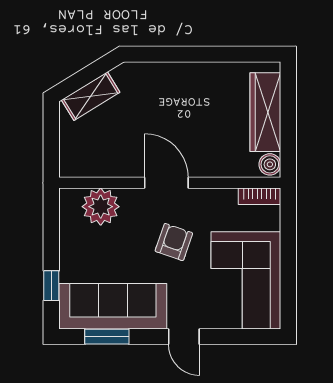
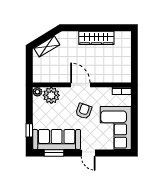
wardrobe: (265, 112) -> (96, 38), moved, turned -90
boiler: (270, 164) -> (126, 77), removed
plant: (69, 198) -> (37, 92), added

